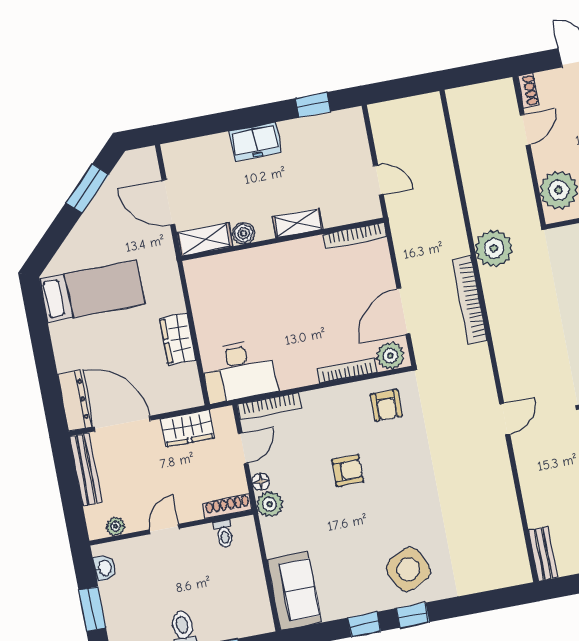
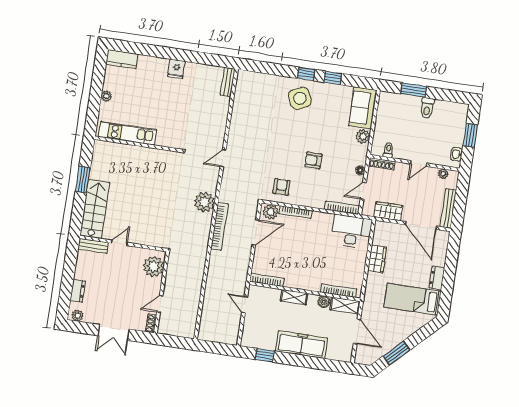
freezer: (255, 142) -> (302, 345), width x1.91, depth x1.26
plant: (494, 248) -> (205, 202), moved
bookcase: (225, 261) -> (339, 291), added
dresser: (74, 401) -> (437, 278), moved, width x0.70
plant: (270, 504) -> (363, 136), moved

